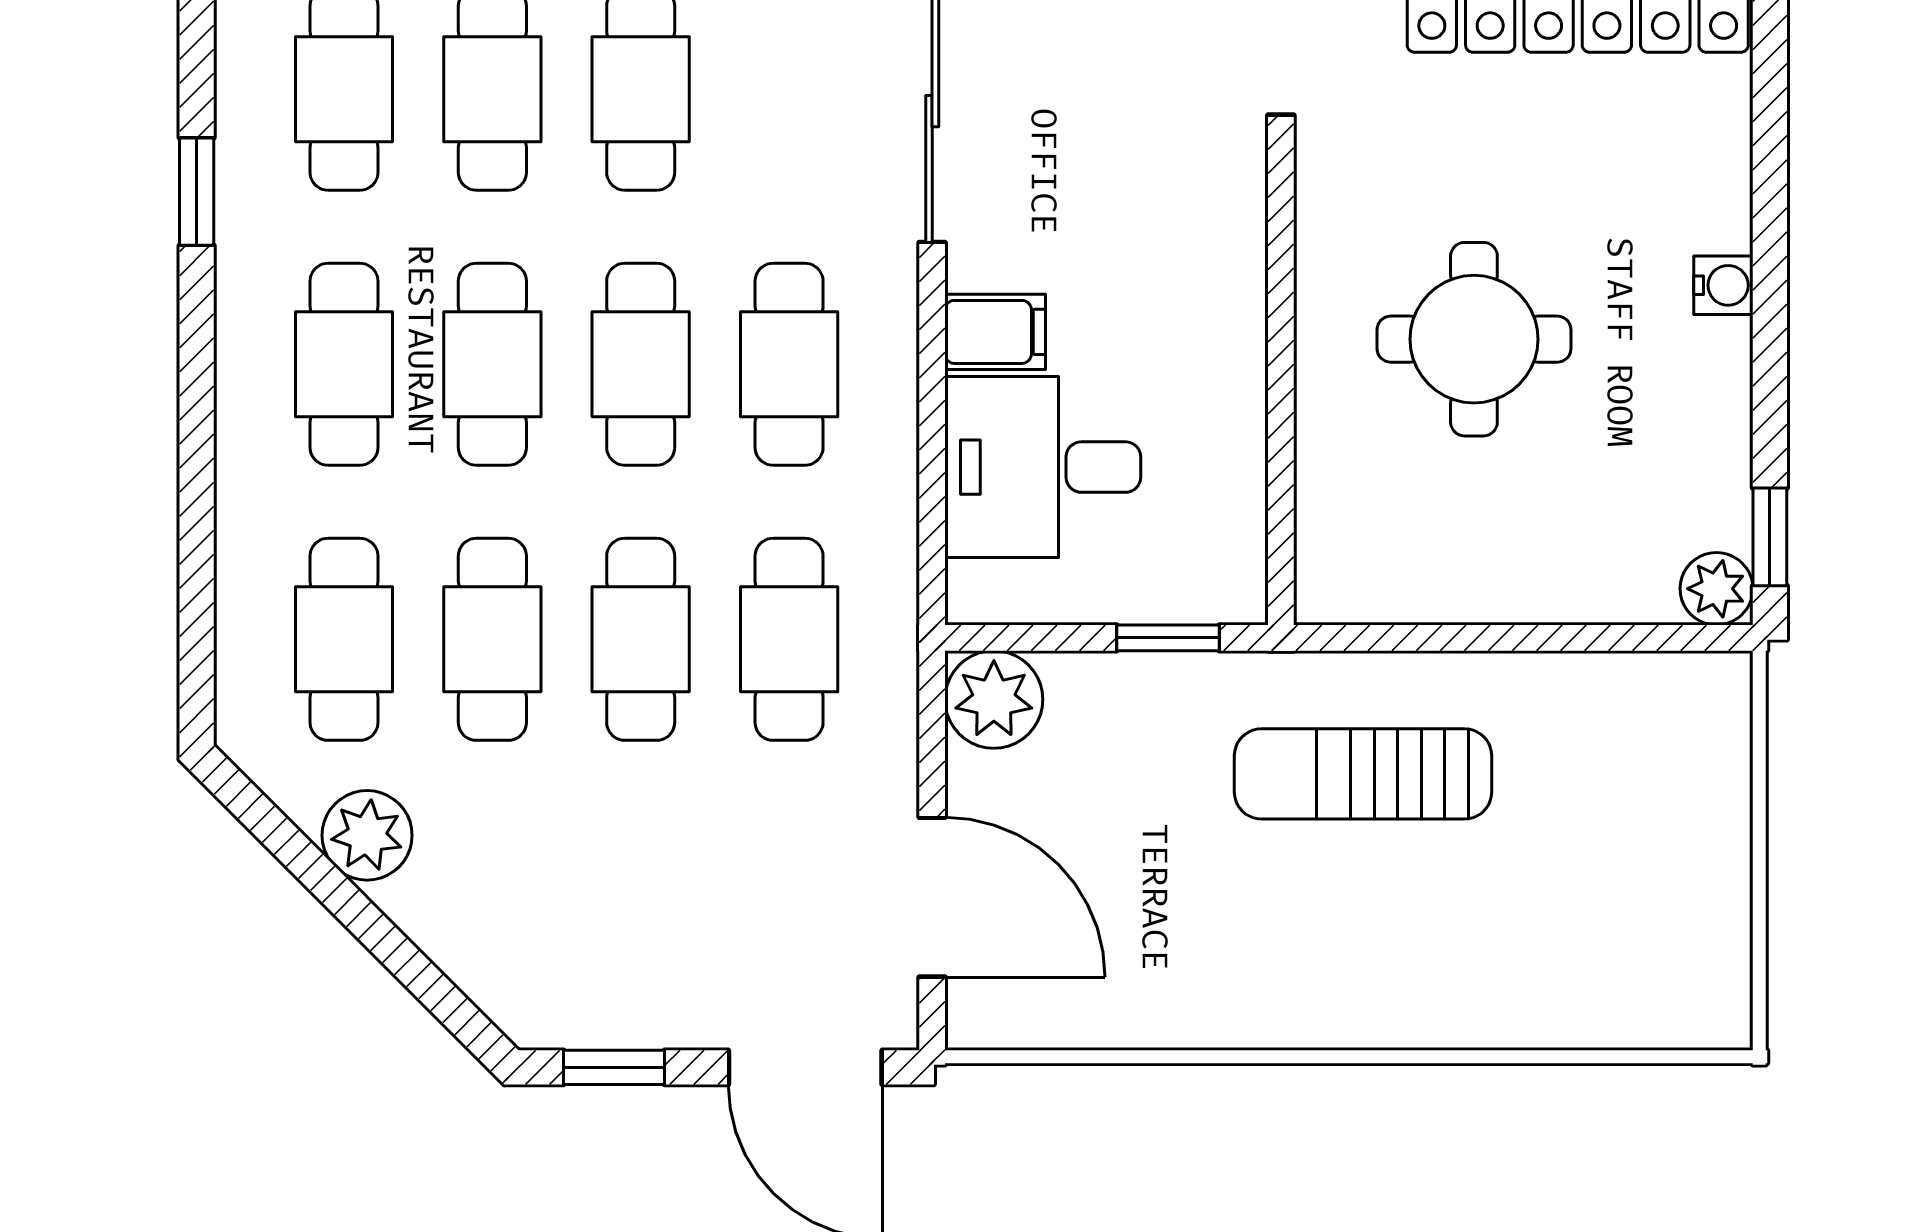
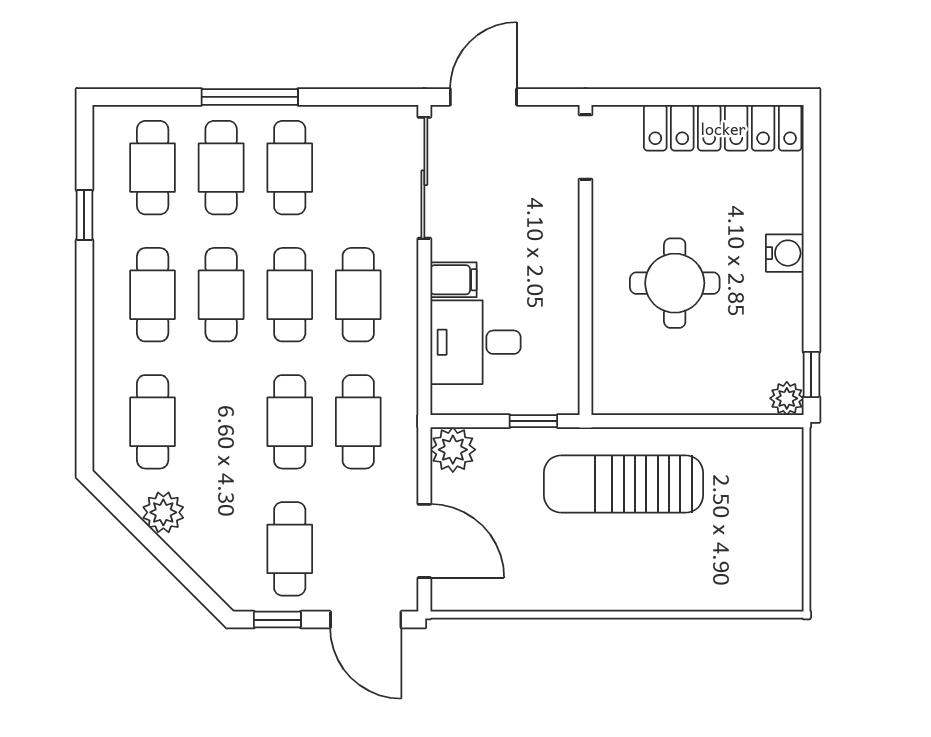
water cooler: (1723, 285) -> (785, 253), width x1.38, depth x1.38
cafe table: (492, 639) -> (290, 549), moved
sun lounger: (1363, 774) -> (623, 484), width x1.36, depth x1.34

